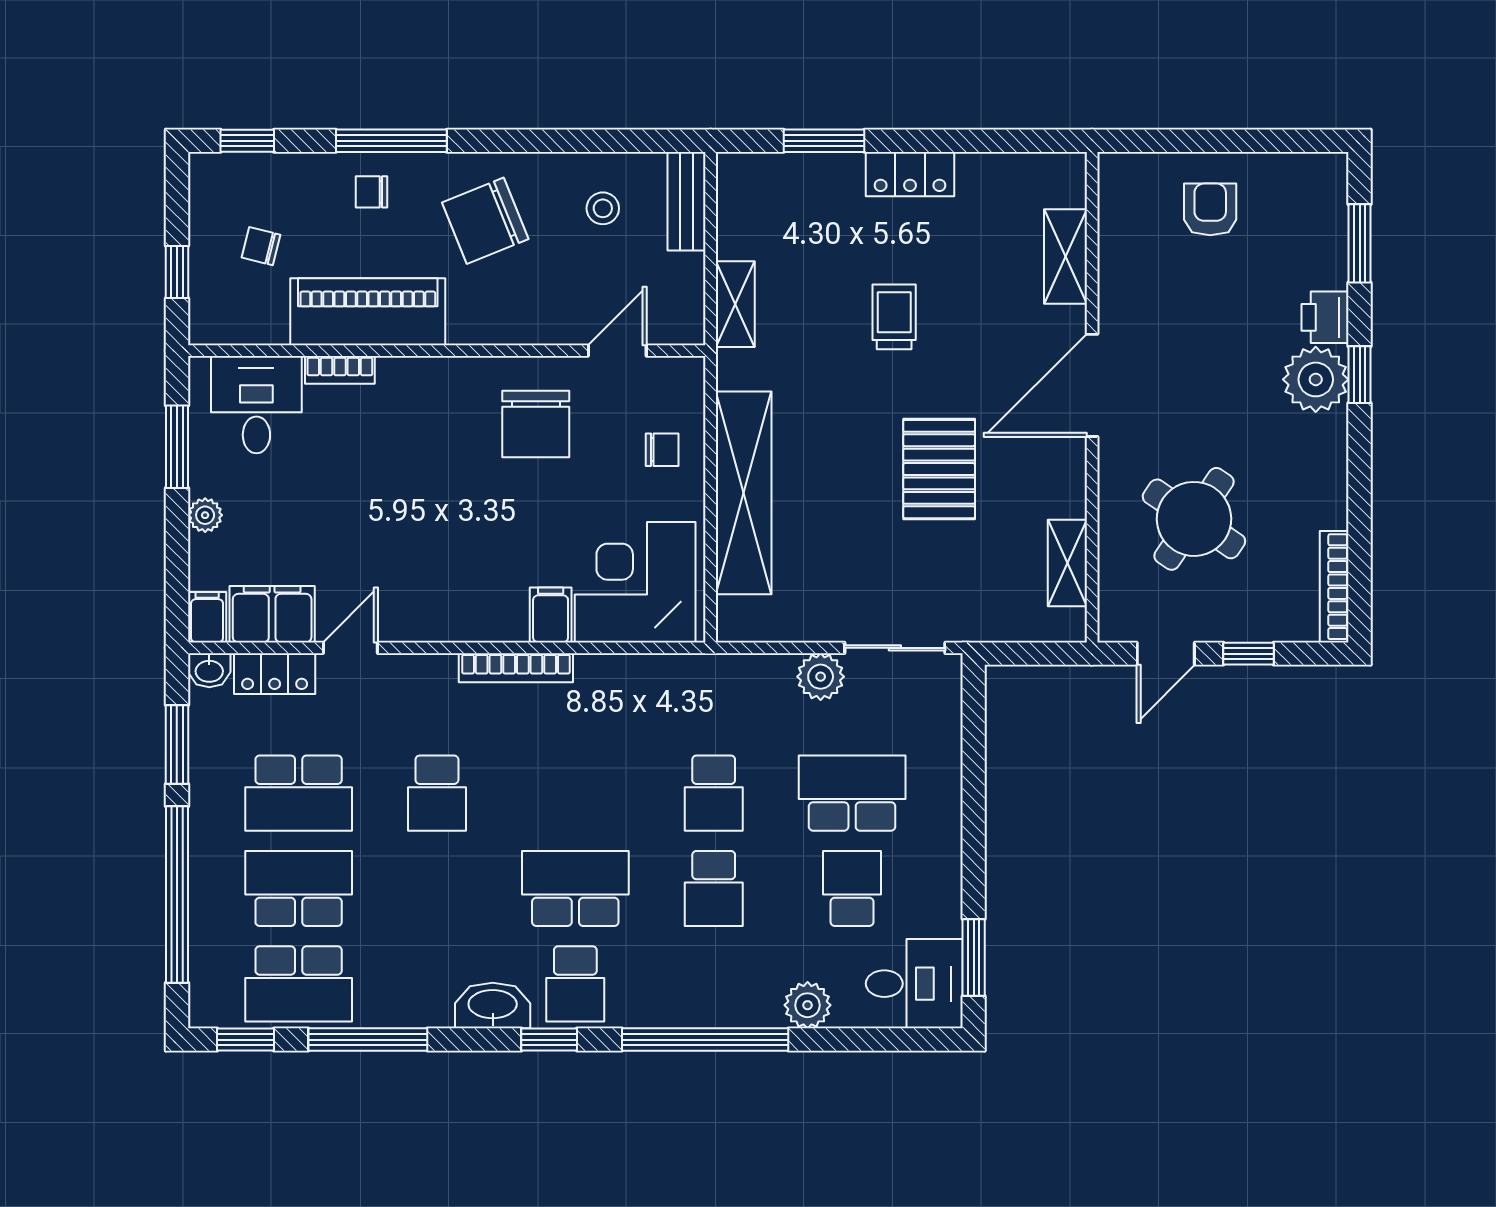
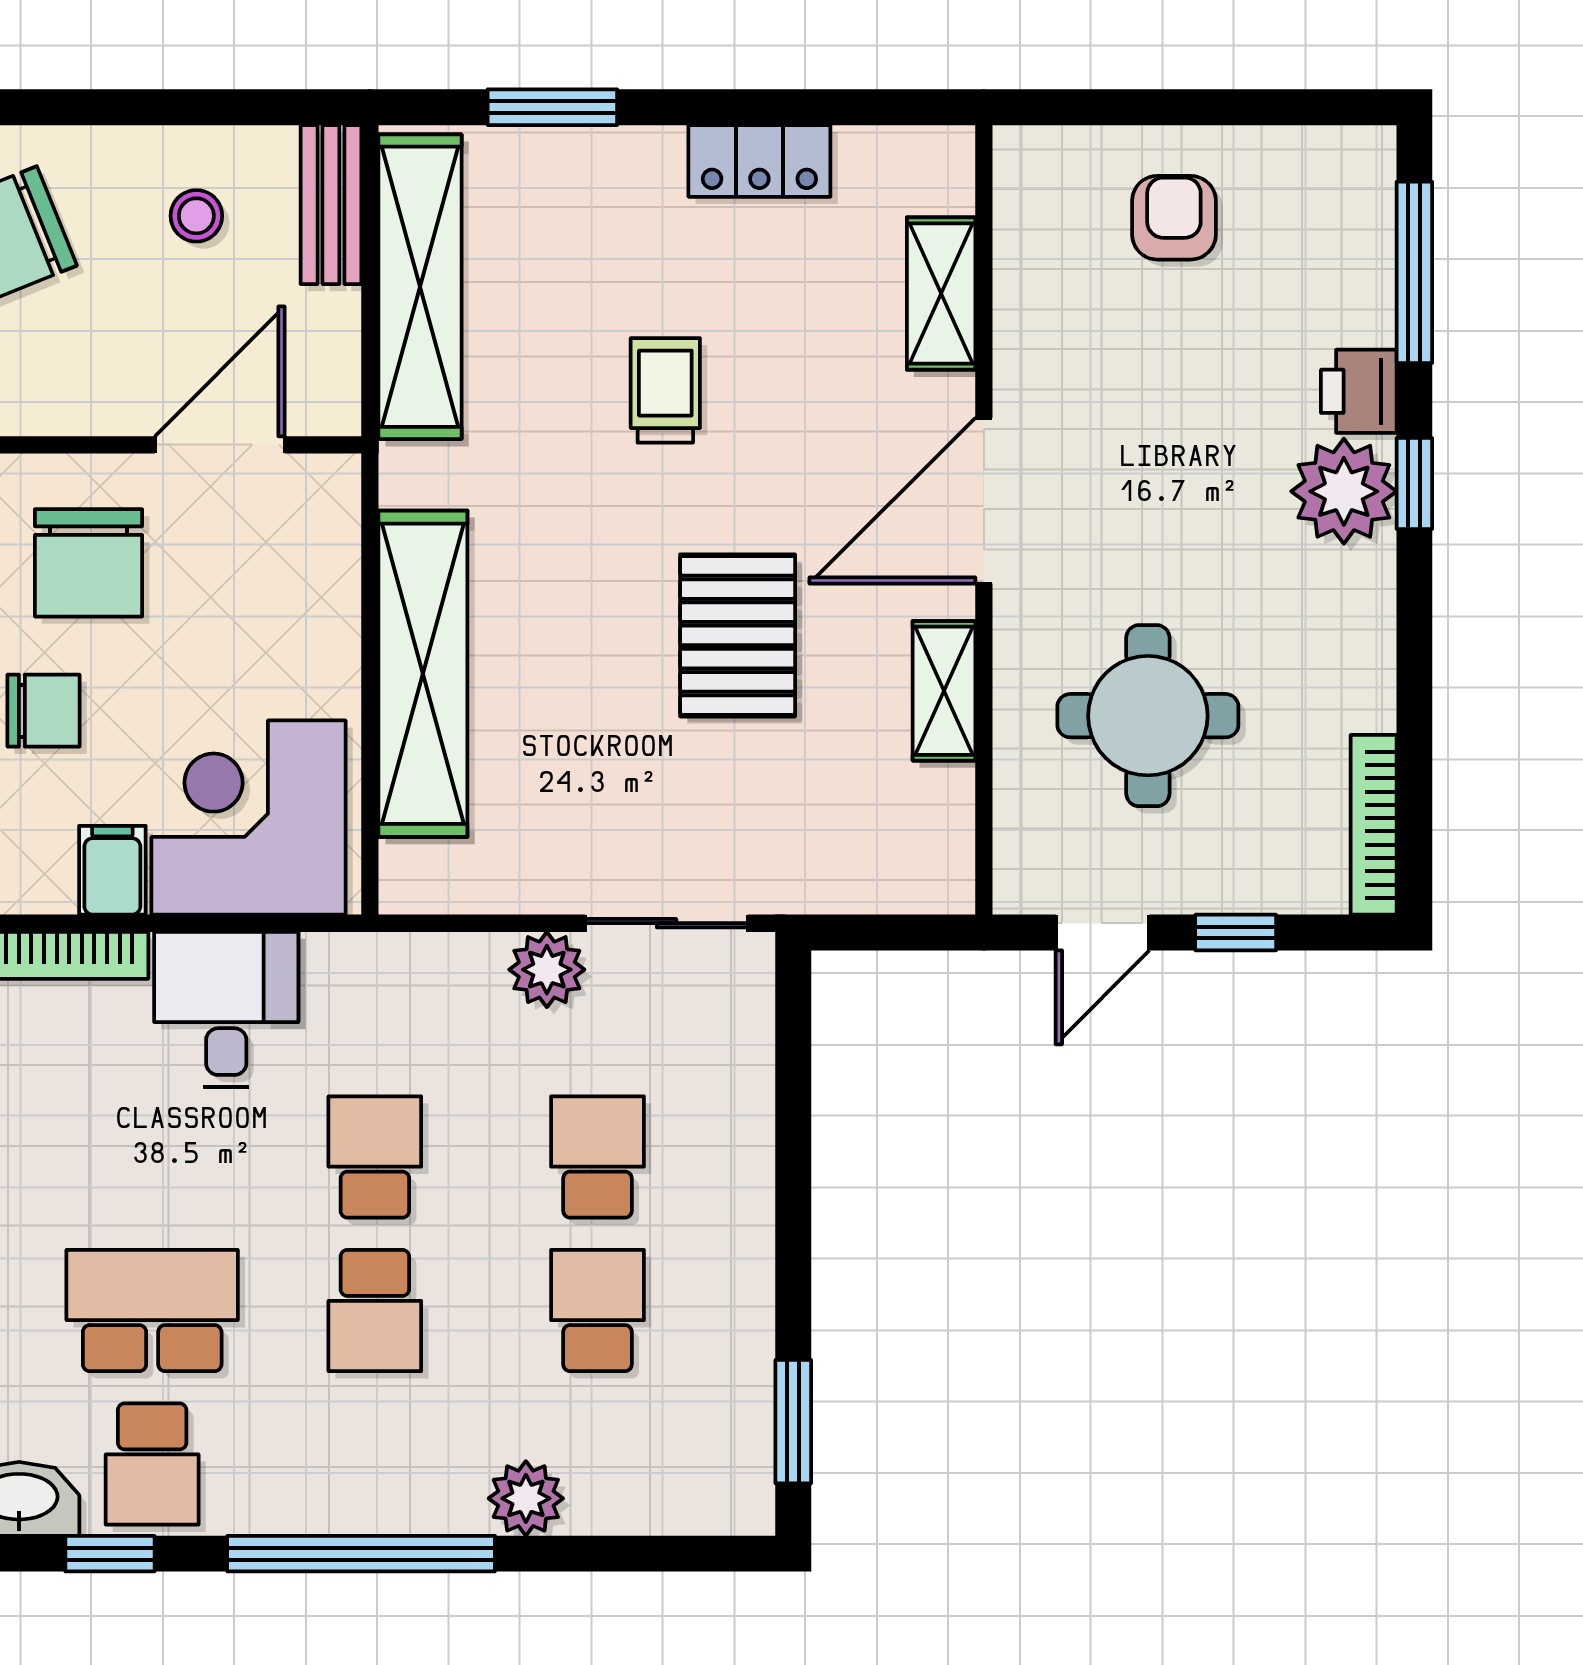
locker: (910, 174) -> (759, 161), moved
window: (1360, 243) -> (1414, 272), width x1.44
shelving: (735, 304) -> (420, 287), width x2.20, depth x1.33
door: (617, 351) -> (220, 445), width x1.38
chair: (662, 450) -> (43, 711), moved, width x1.37, depth x1.37
round table: (1194, 519) -> (1148, 716), turned -34
shelving: (1067, 563) -> (944, 691), moved
school desk: (714, 793) -> (375, 1157), turned 180
school desk: (852, 793) -> (598, 1157), width x0.54
desk: (914, 984) -> (226, 1010), moved, turned -90

